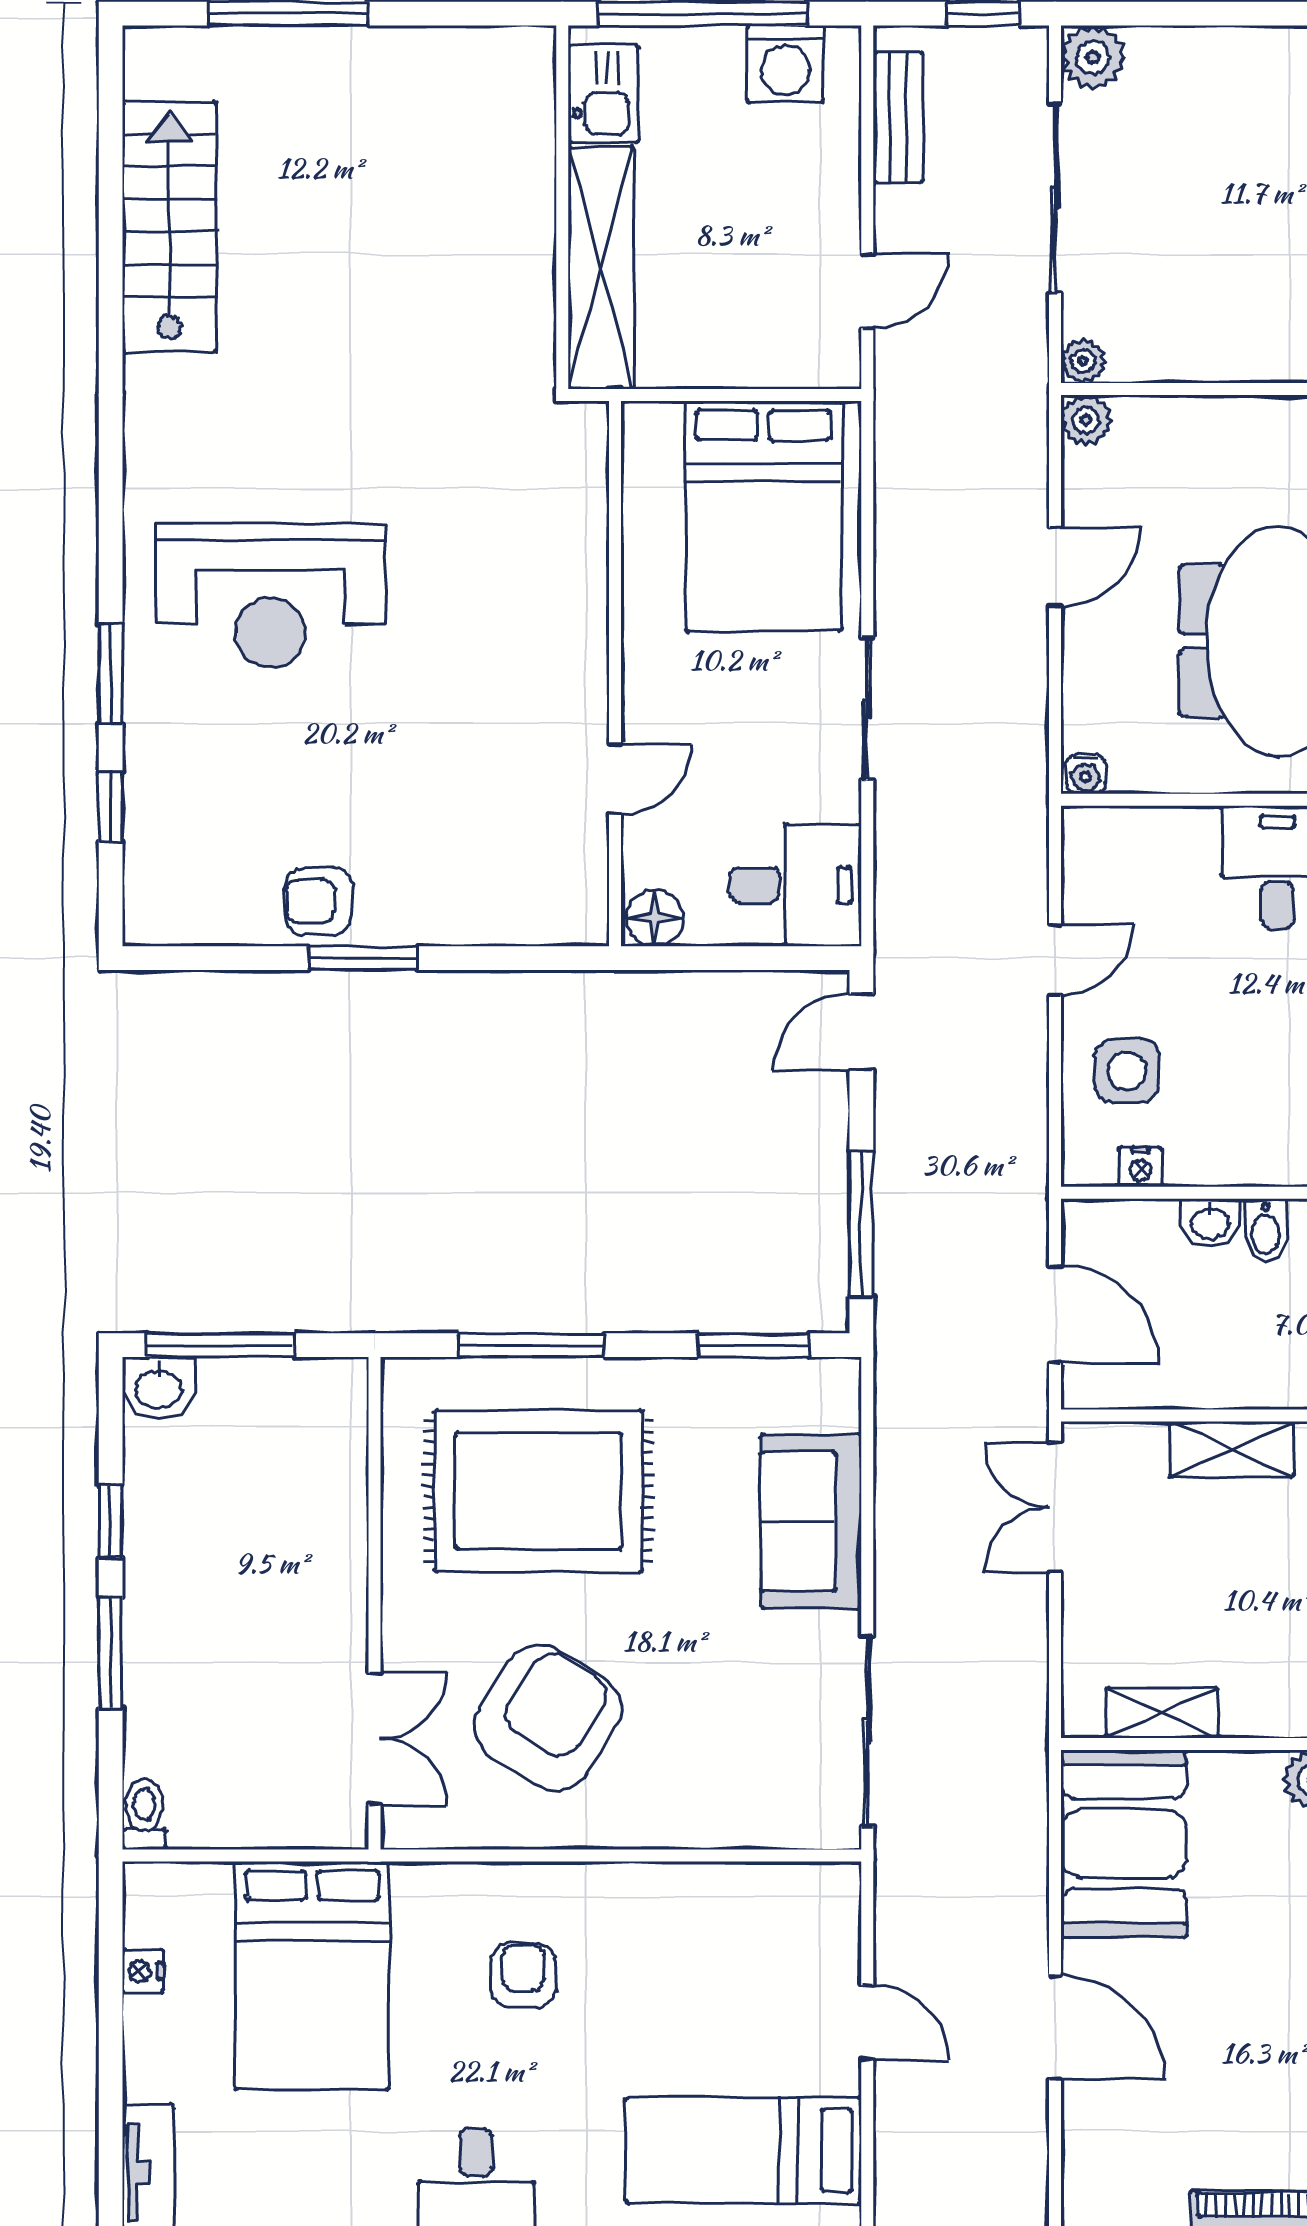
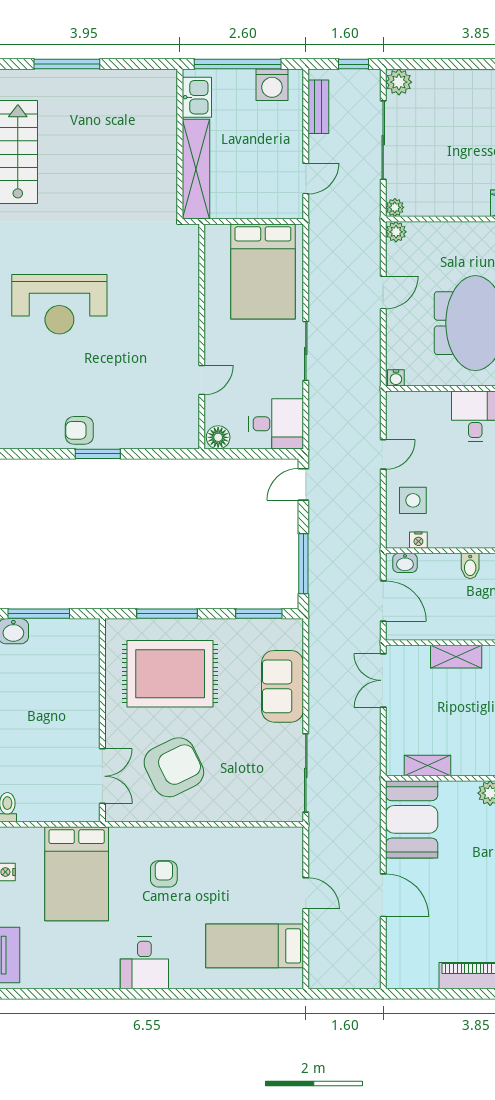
washbasin: (1210, 1222) -> (405, 563), moved
armchair: (548, 1718) -> (174, 767), turned 32

